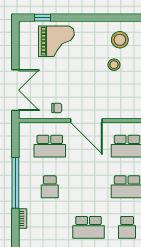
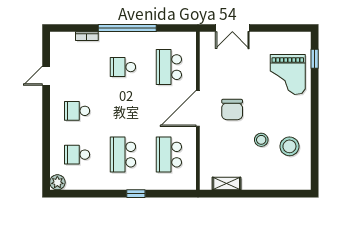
double door: (15, 90) -> (232, 28), width x0.73
chair: (57, 108) -> (232, 110), moved, width x1.87, depth x1.87
school desk: (88, 227) -> (77, 111), width x0.54

